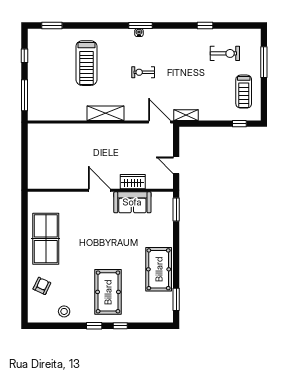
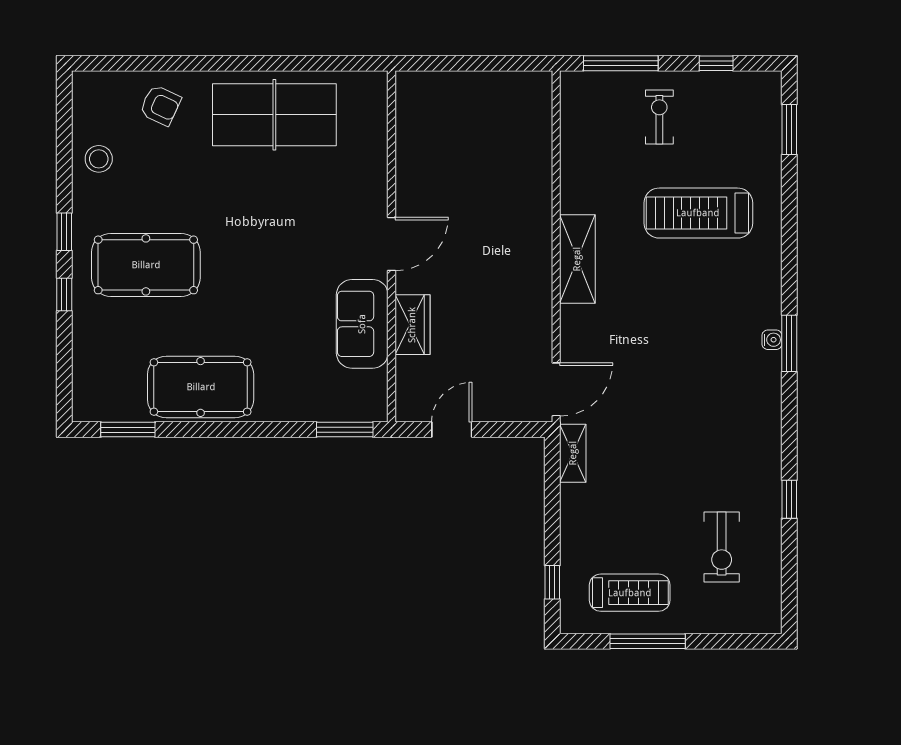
window: (264, 62) -> (648, 641), moved
exercise bike: (143, 72) -> (659, 117), moved
treadmill: (244, 92) -> (630, 593), turned 180

